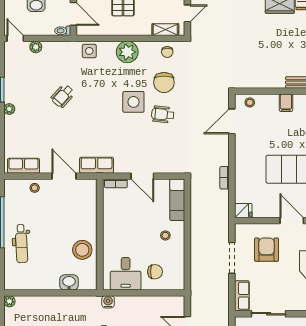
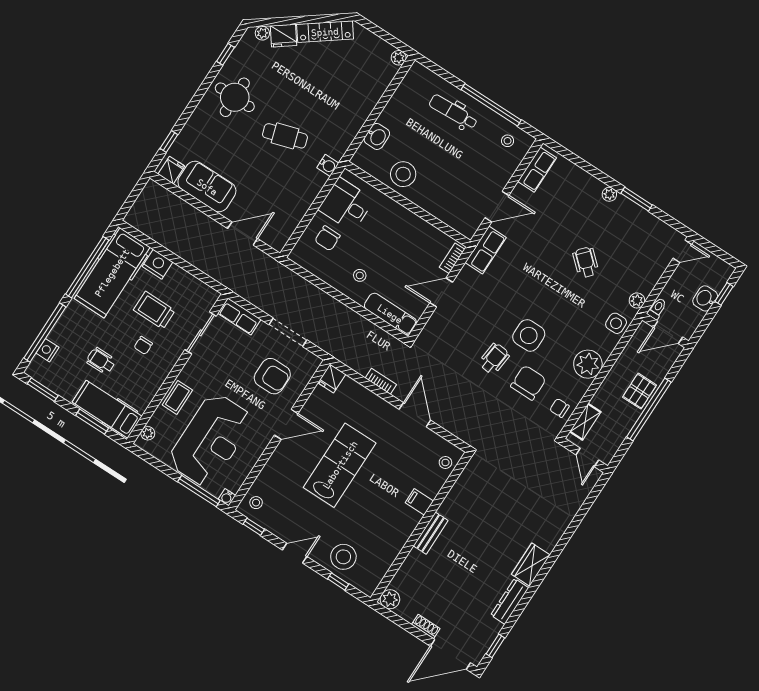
plant: (36, 47) -> (637, 300), moved
chair: (164, 83) -> (528, 383), turned 90
door: (232, 121) -> (415, 415), moved
stool: (35, 188) -> (508, 141), moved

